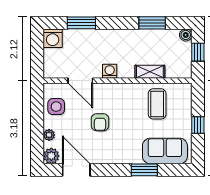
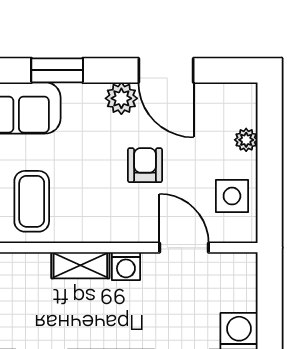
shelving: (150, 72) -> (80, 265), moved
plant: (51, 156) -> (121, 98), moved
door: (76, 170) -> (166, 70), moved

